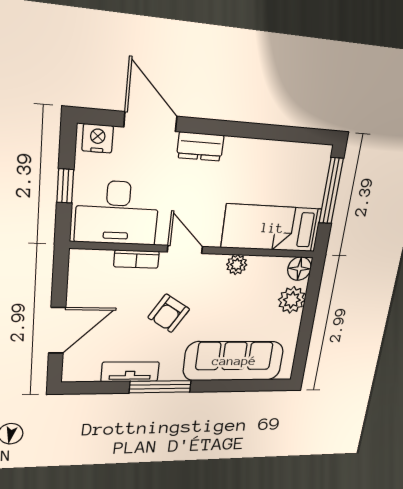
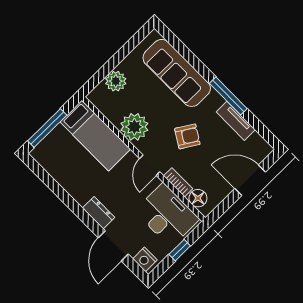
plant: (237, 265) -> (134, 127), width x1.87, depth x1.87
floor lamp: (299, 269) -> (198, 198), moved

